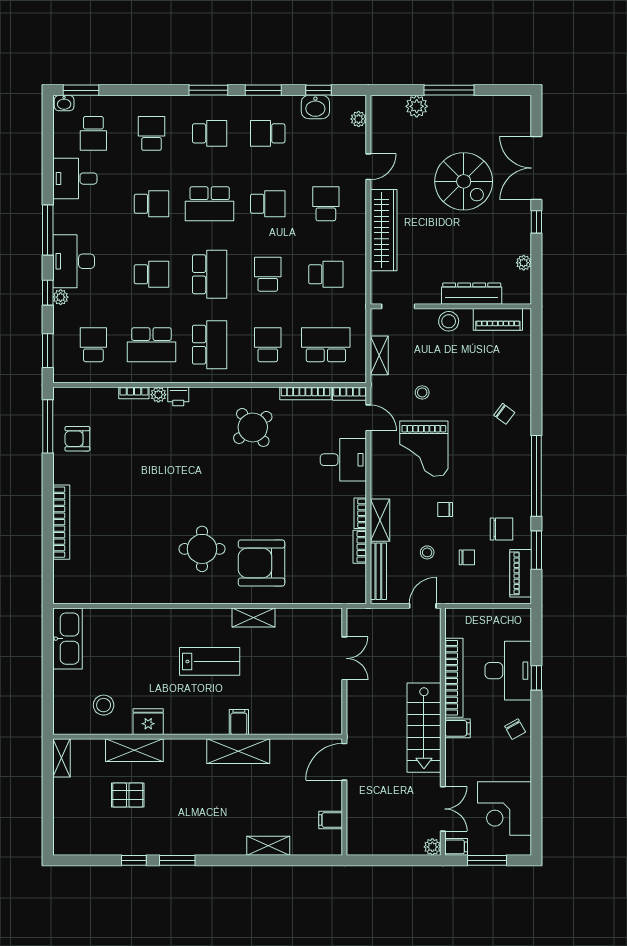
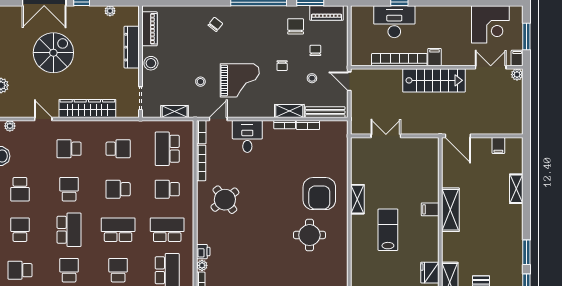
school desk: (326, 274) -> (118, 149), turned 90
chair: (515, 729) -> (435, 17), removed

